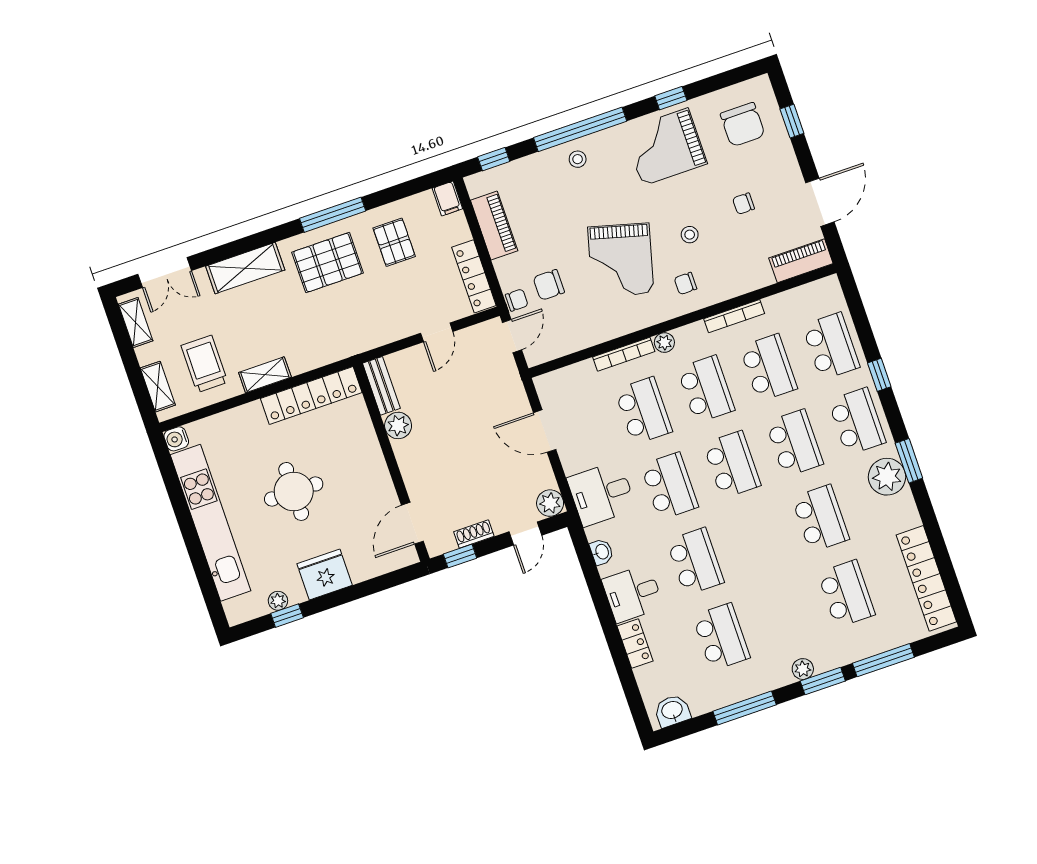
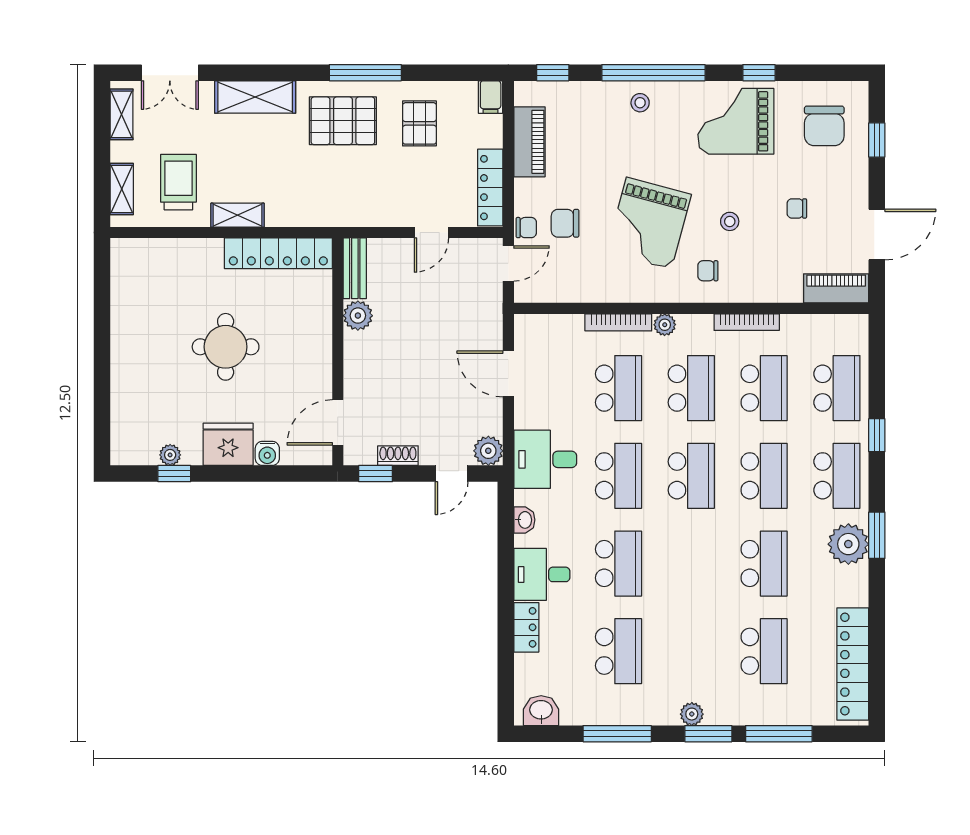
water cooler: (176, 439) -> (267, 453), moved, turned -90
kitchen unit: (210, 523) -> (128, 350), removed

